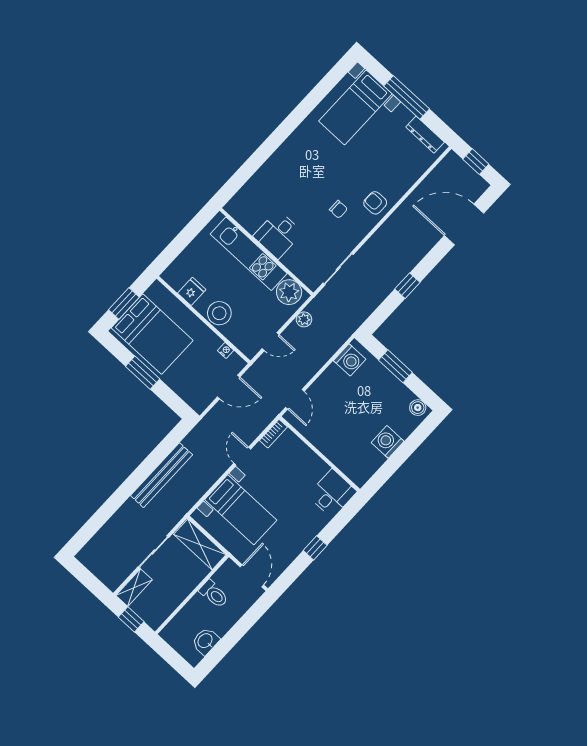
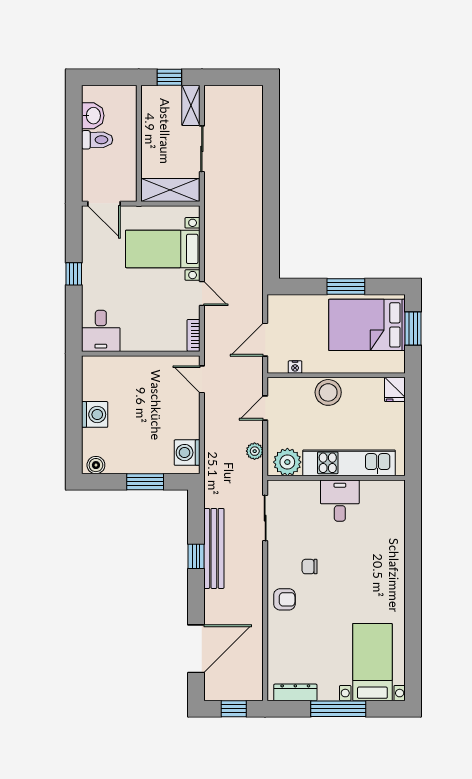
fridge: (192, 291) -> (395, 389), moved
bench: (162, 475) -> (214, 548), moved
toilet: (214, 594) -> (97, 140), moved, turned 180

